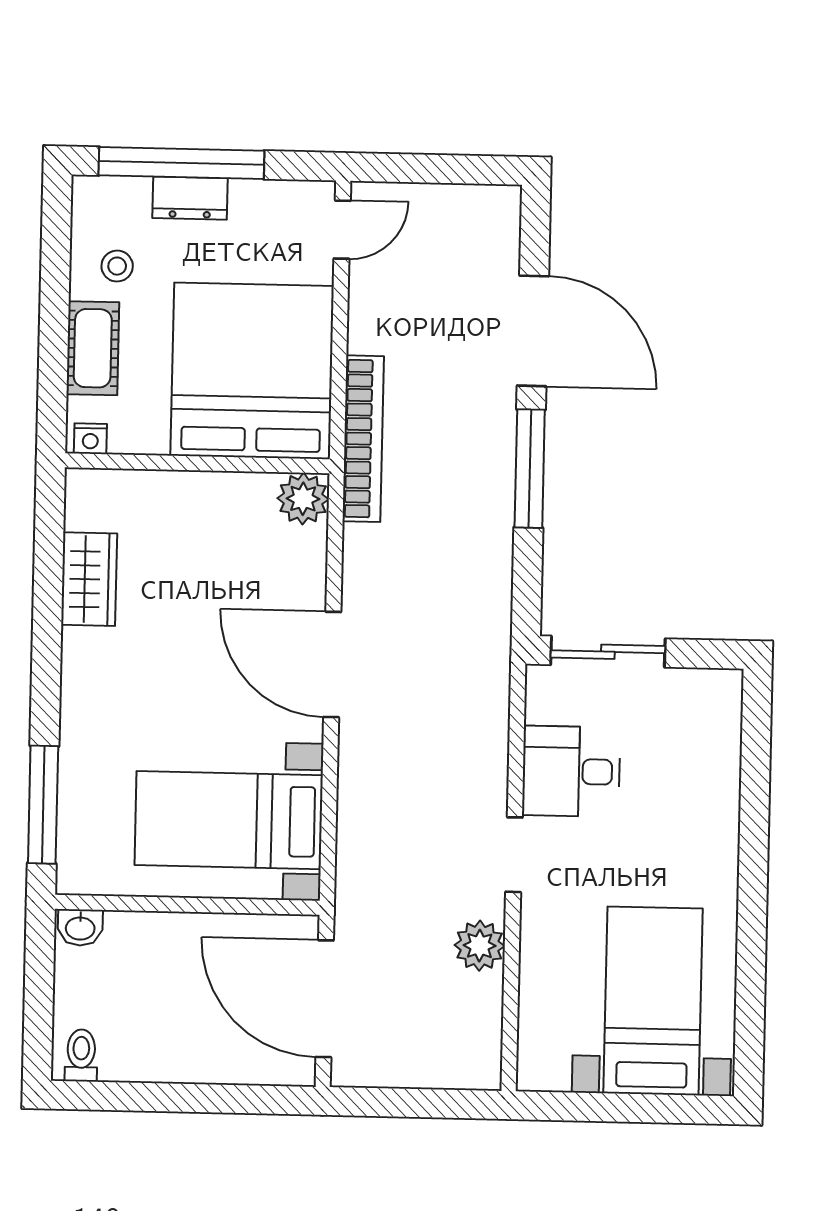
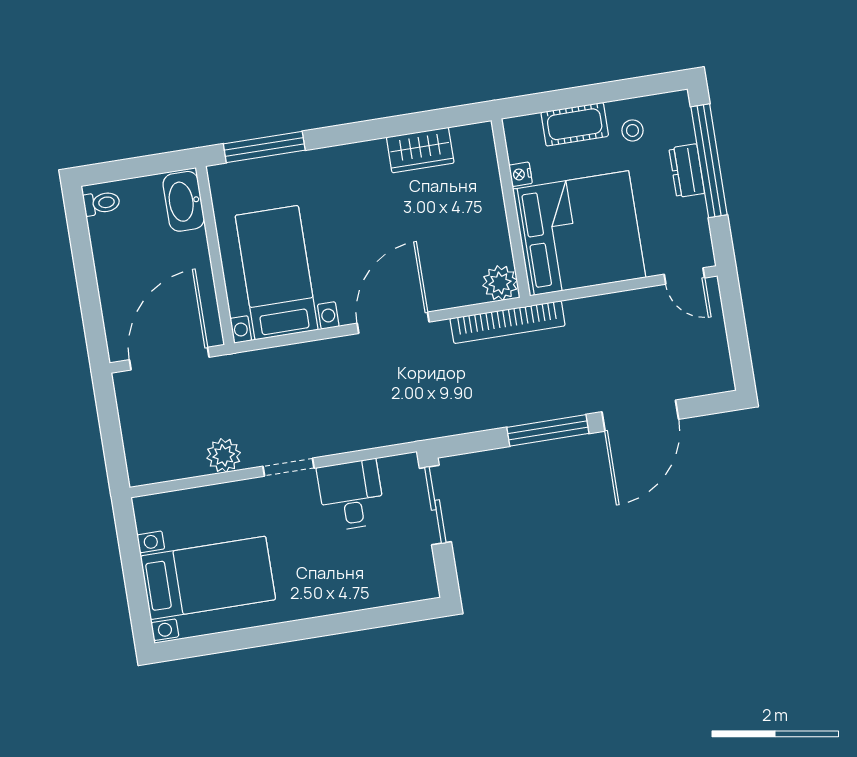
nightstand: (90, 439) -> (521, 174), moved
bookcase: (363, 439) -> (508, 322), moved
washbasin: (80, 927) -> (184, 201), width x1.91, depth x1.45

